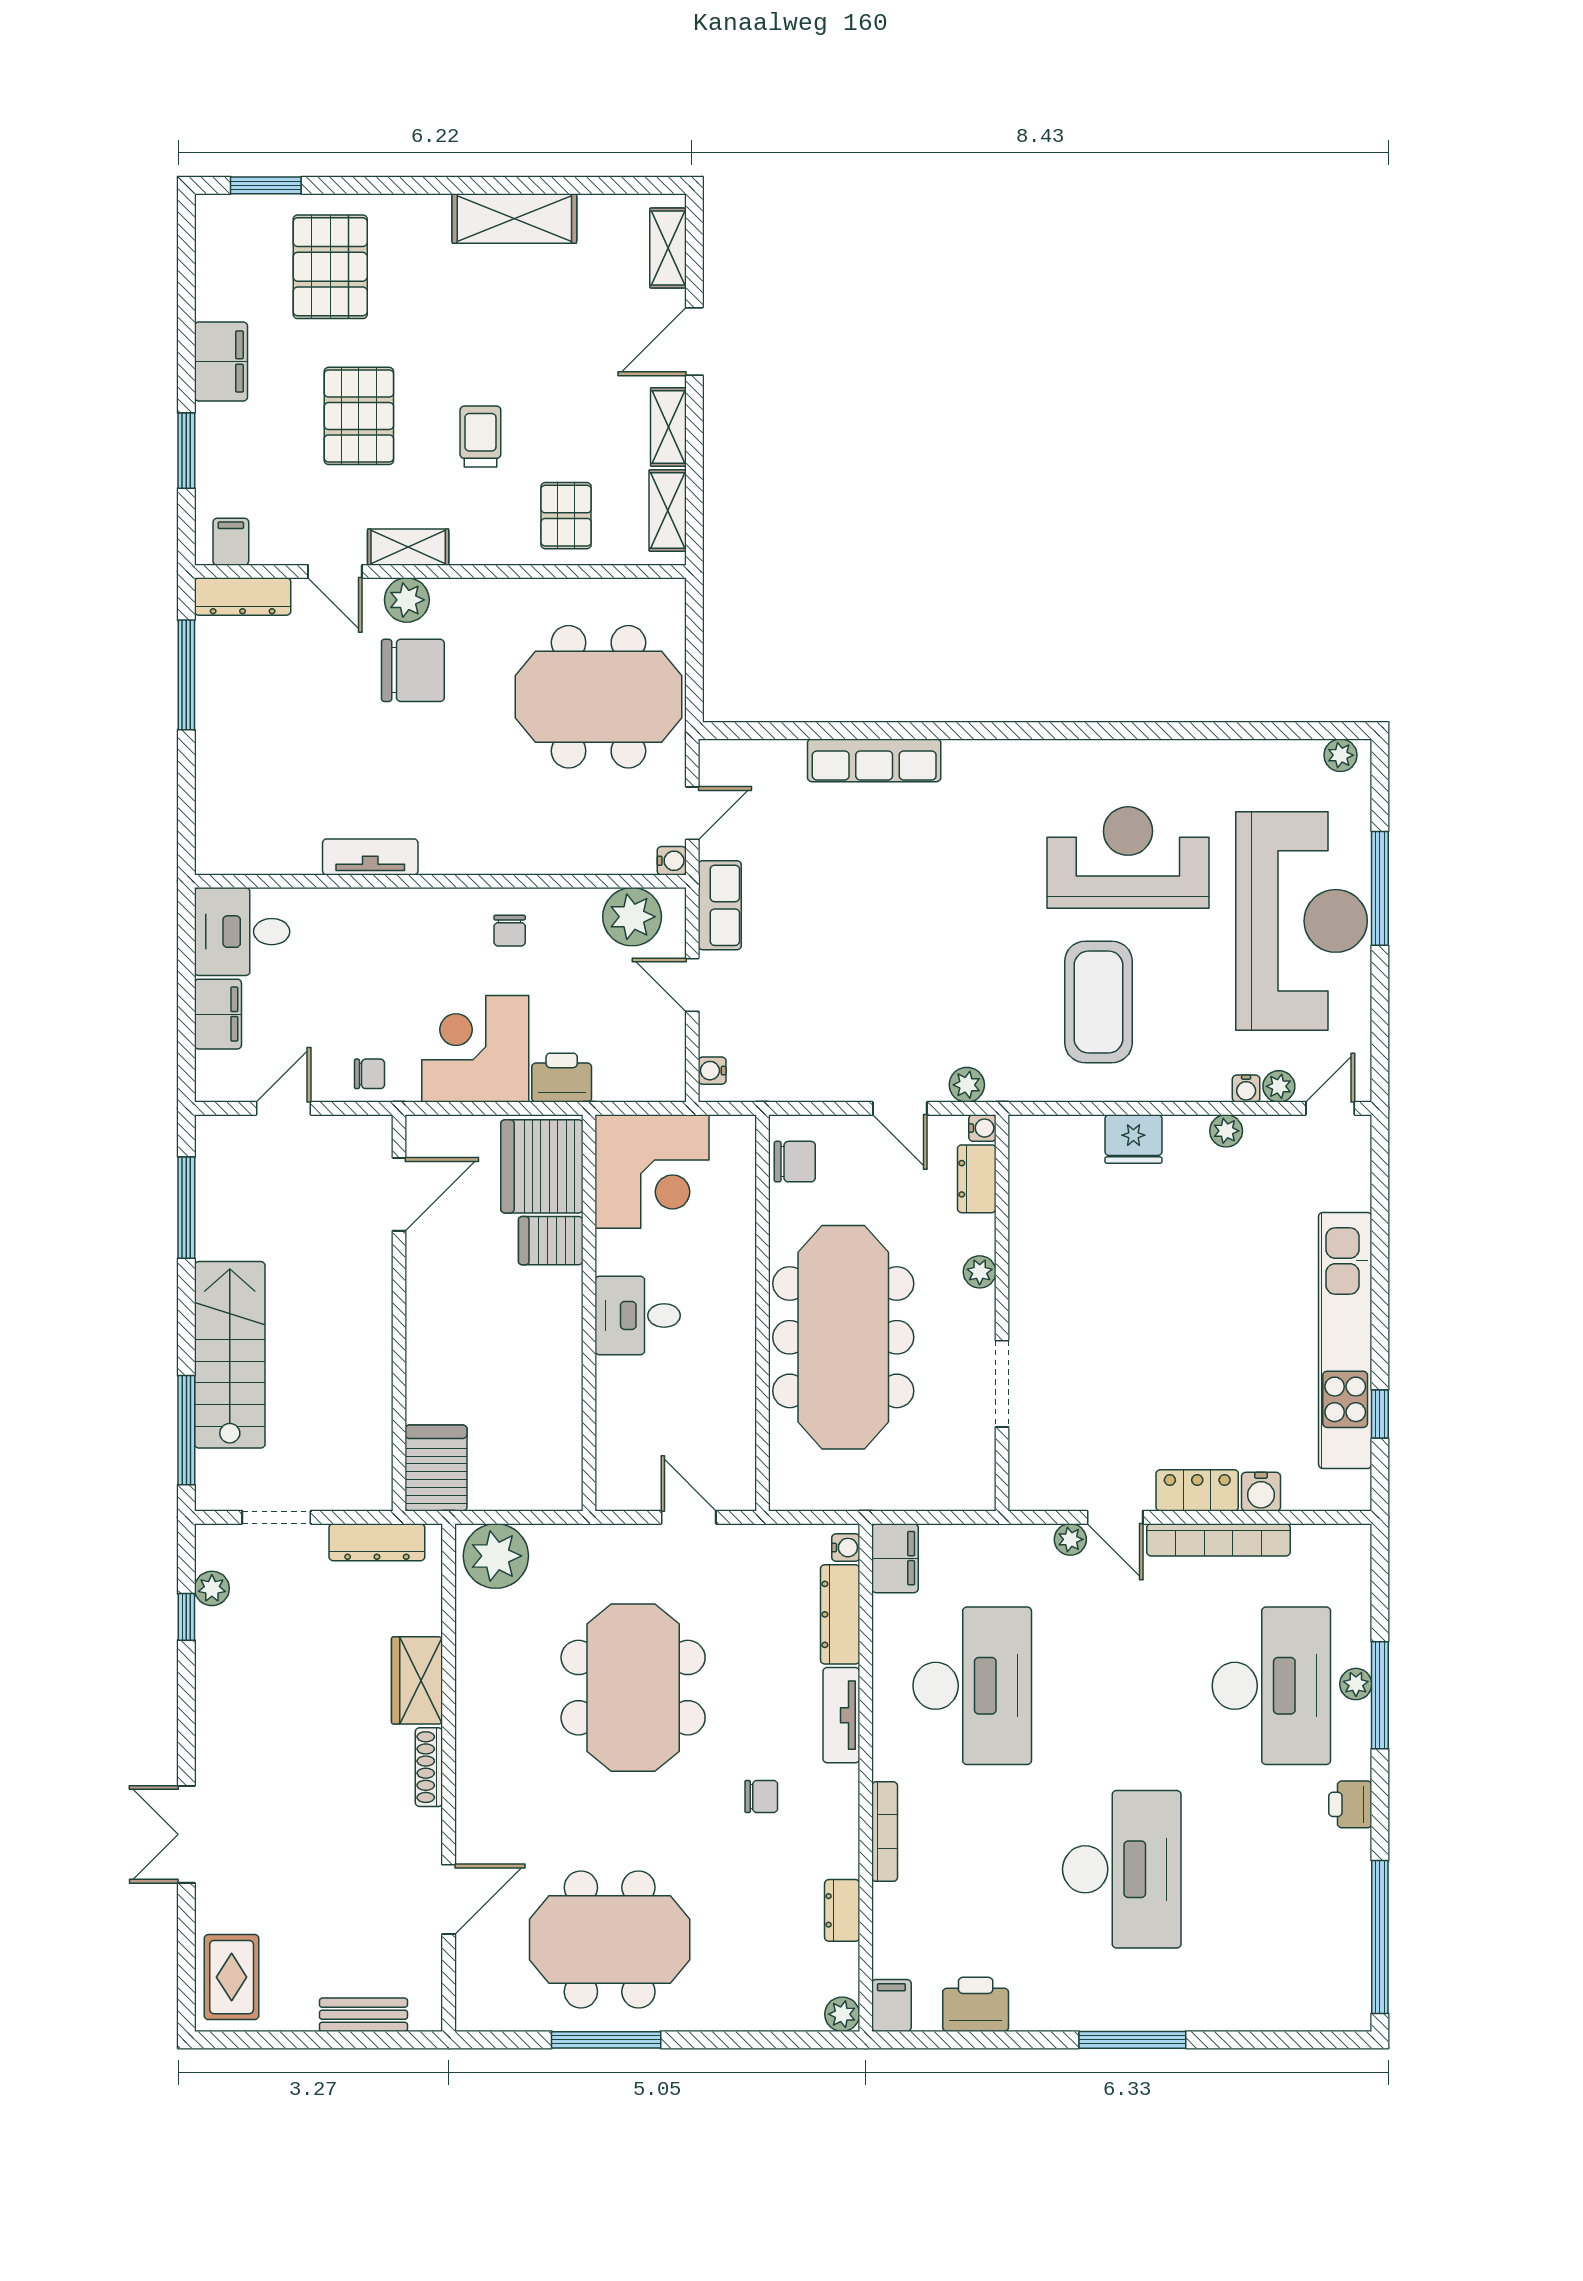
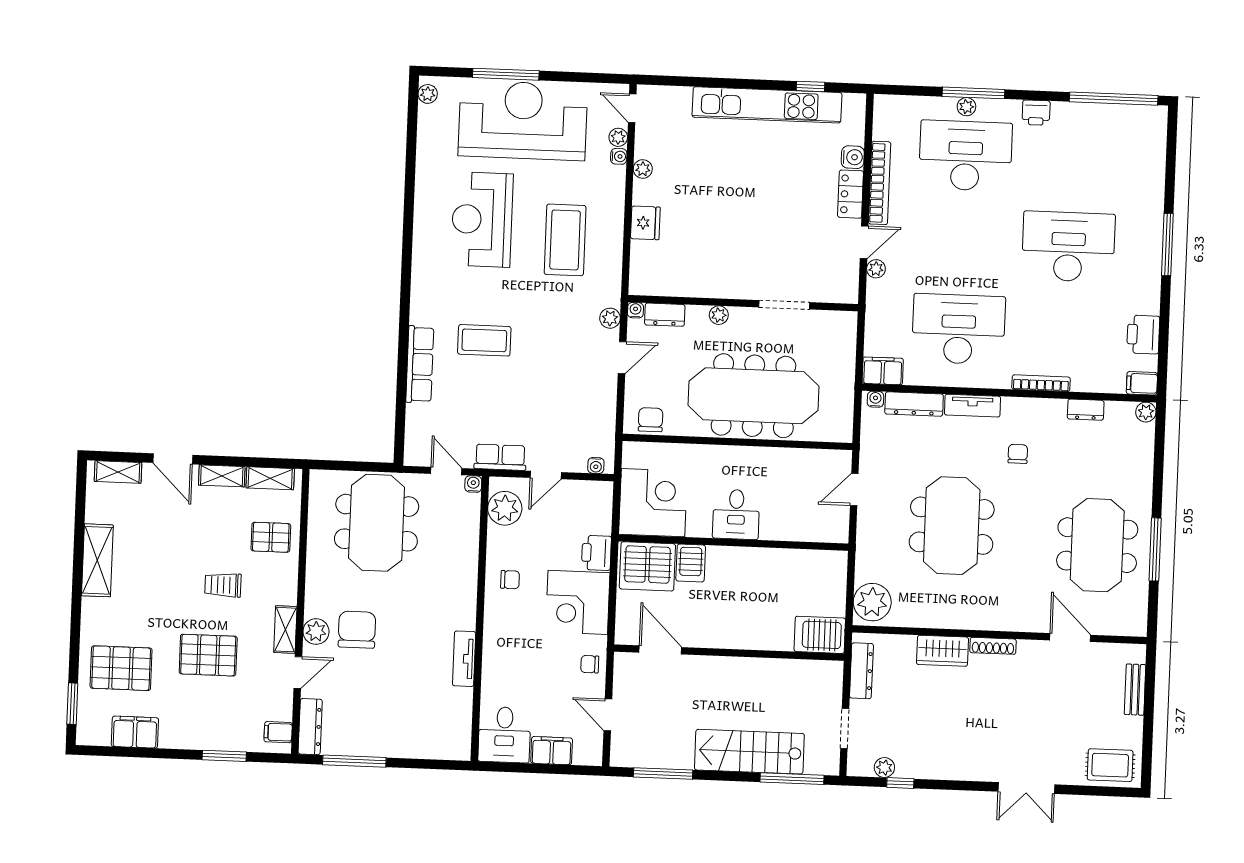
filing cabinet: (221, 361) -> (135, 732), moved
coffee table: (920, 870) -> (484, 340), added
coffee table: (1098, 1002) -> (565, 240), turned 90
chair: (369, 1074) -> (590, 664), turned -90
meeting table: (633, 1688) -> (952, 526), turned 90

